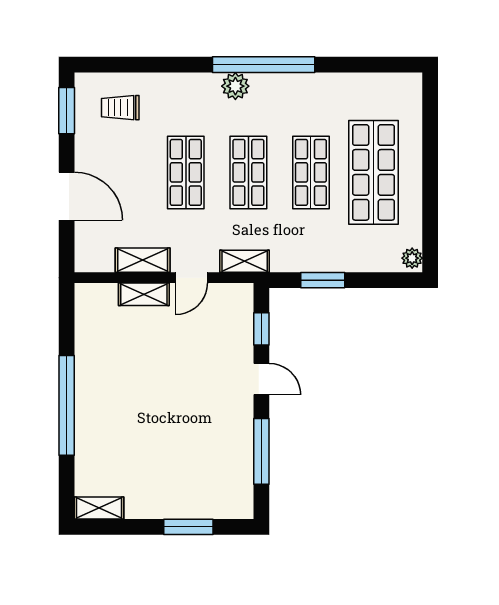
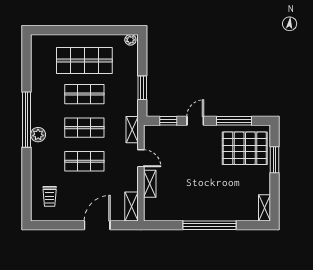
window: (67, 111) -> (51, 225), removed
shelving: (143, 260) -> (131, 206), moved
pallet: (210, 471) -> (245, 148), added

